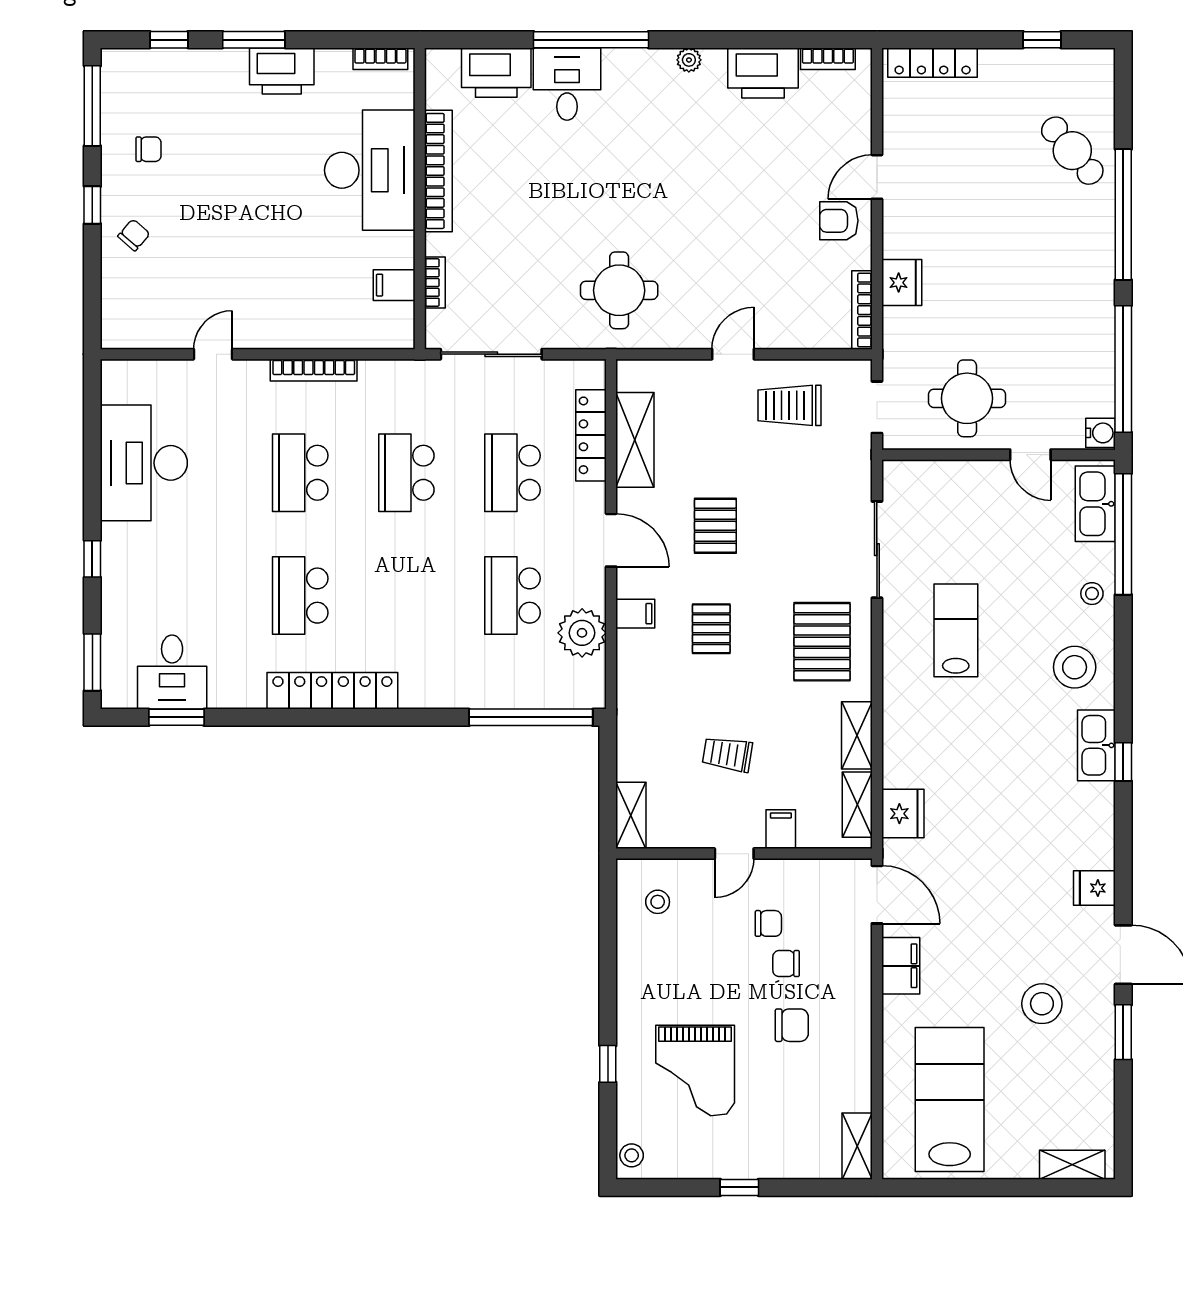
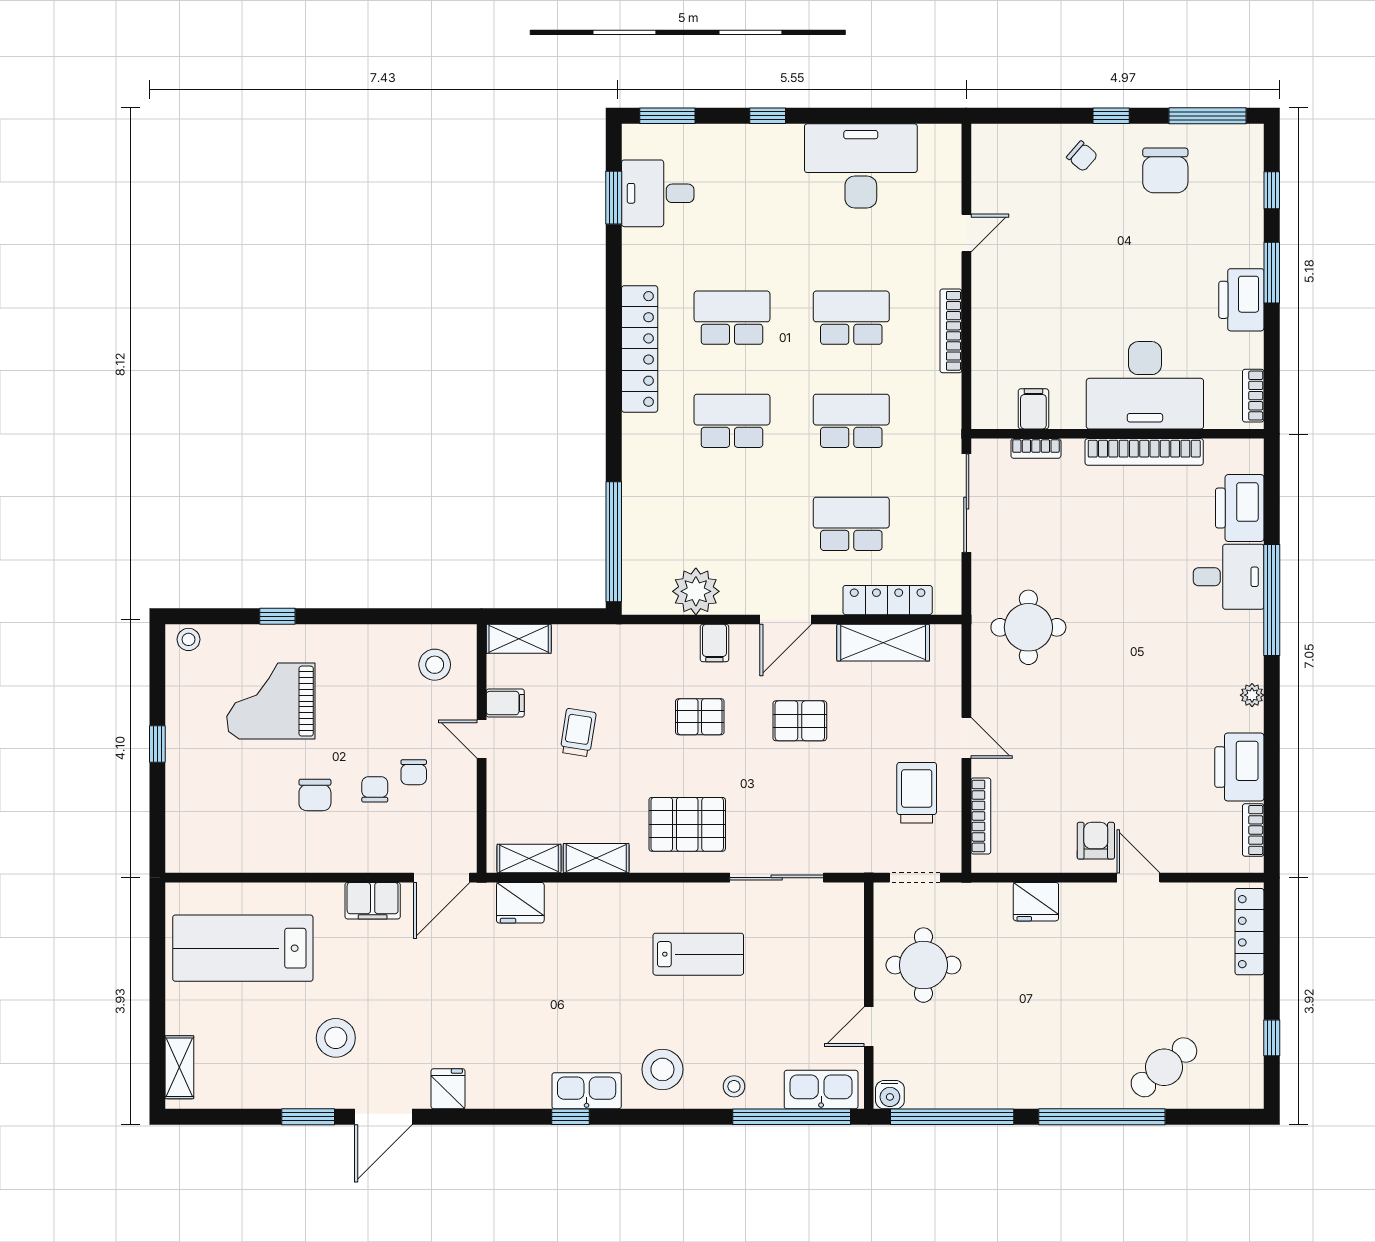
chair: (149, 149) -> (1165, 170), width x1.87, depth x1.87
bookcase: (862, 310) -> (981, 816), moved, turned 90
door: (213, 354) -> (966, 233), hinge flipped
school desk: (513, 596) -> (732, 421), moved
filing cabinet: (781, 829) -> (505, 703), moved
stool: (658, 902) -> (435, 665), width x1.37, depth x1.37
lab bench: (950, 1099) -> (243, 948), turned 180
shelving: (857, 1146) -> (197, 858), removed

